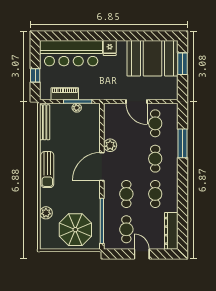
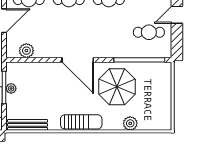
plant: (110, 145) -> (26, 51), moved
cafe table: (126, 194) -> (109, 32), removed
parasol: (75, 230) -> (117, 87), moved

